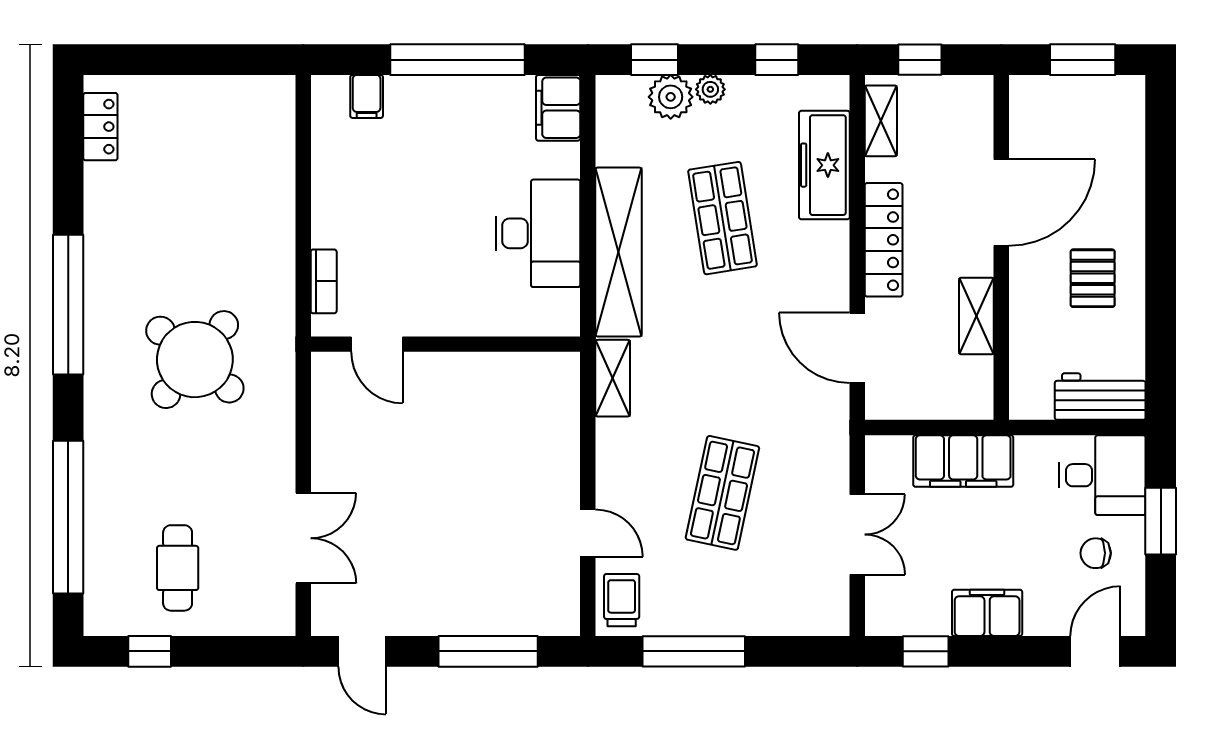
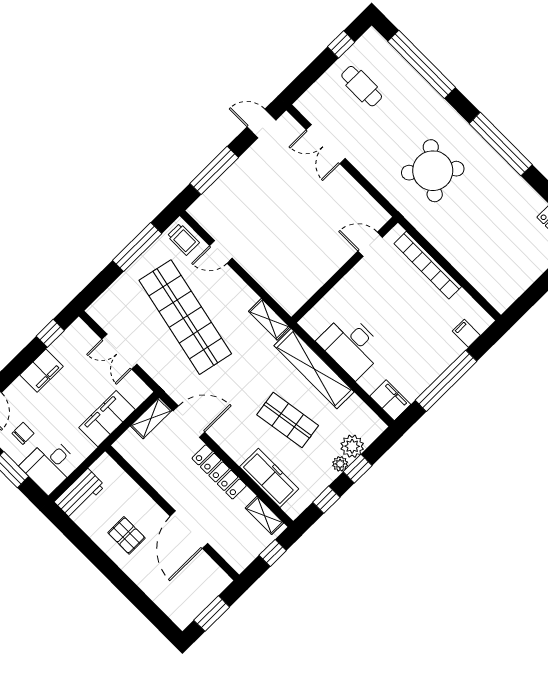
window: (654, 60) -> (358, 469), moved
bookcase: (324, 281) -> (428, 265), width x2.31, depth x1.31
shelving: (976, 316) -> (151, 418), moved, turned 90
shop shelf: (722, 493) -> (185, 317), width x2.00, depth x1.36

